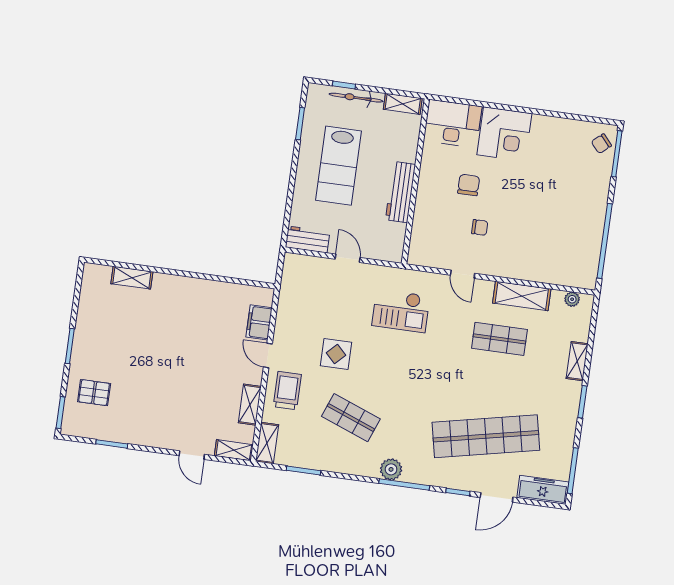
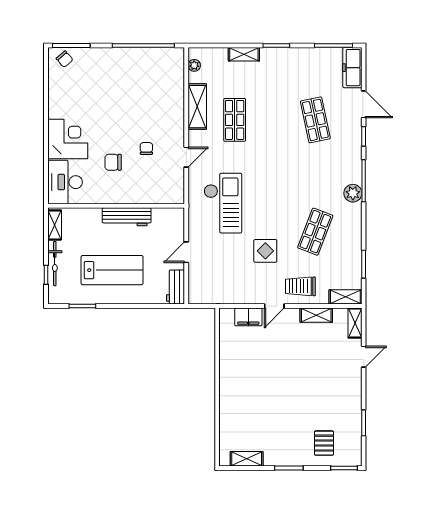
shelving: (132, 278) -> (247, 459), moved, turned 90
checkout: (401, 311) -> (223, 203), width x1.36, depth x1.21
shop shelf: (486, 436) -> (315, 120), width x0.50, depth x0.74

